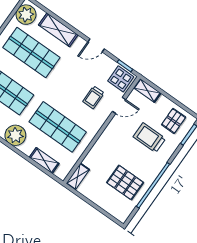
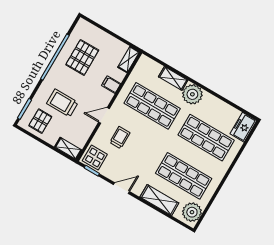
door: (119, 105) -> (104, 115), moved
trolley: (149, 138) -> (62, 103), turned 180
filing cabinet: (98, 152) -> (111, 85), added
shelving: (44, 161) -> (173, 78), moved
pallet: (125, 183) -> (82, 57), turned 90

